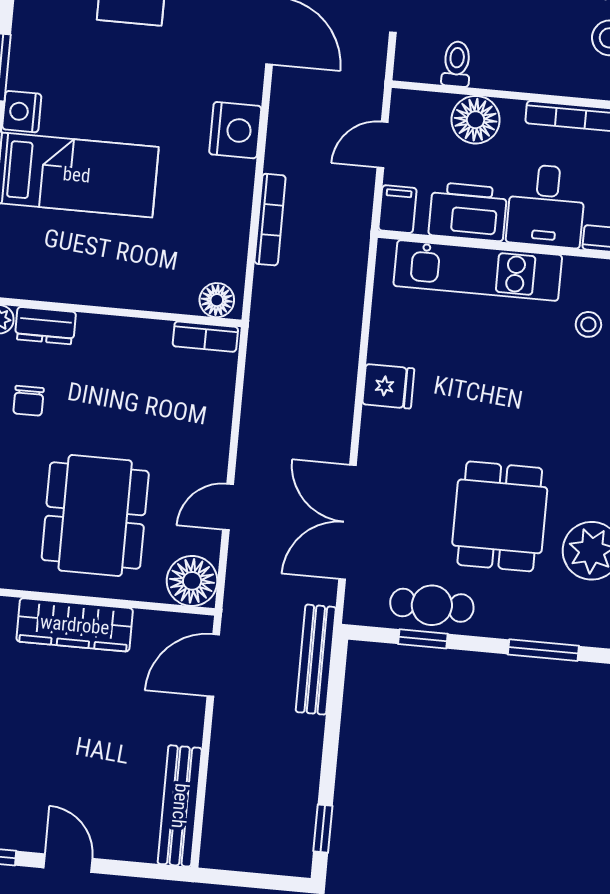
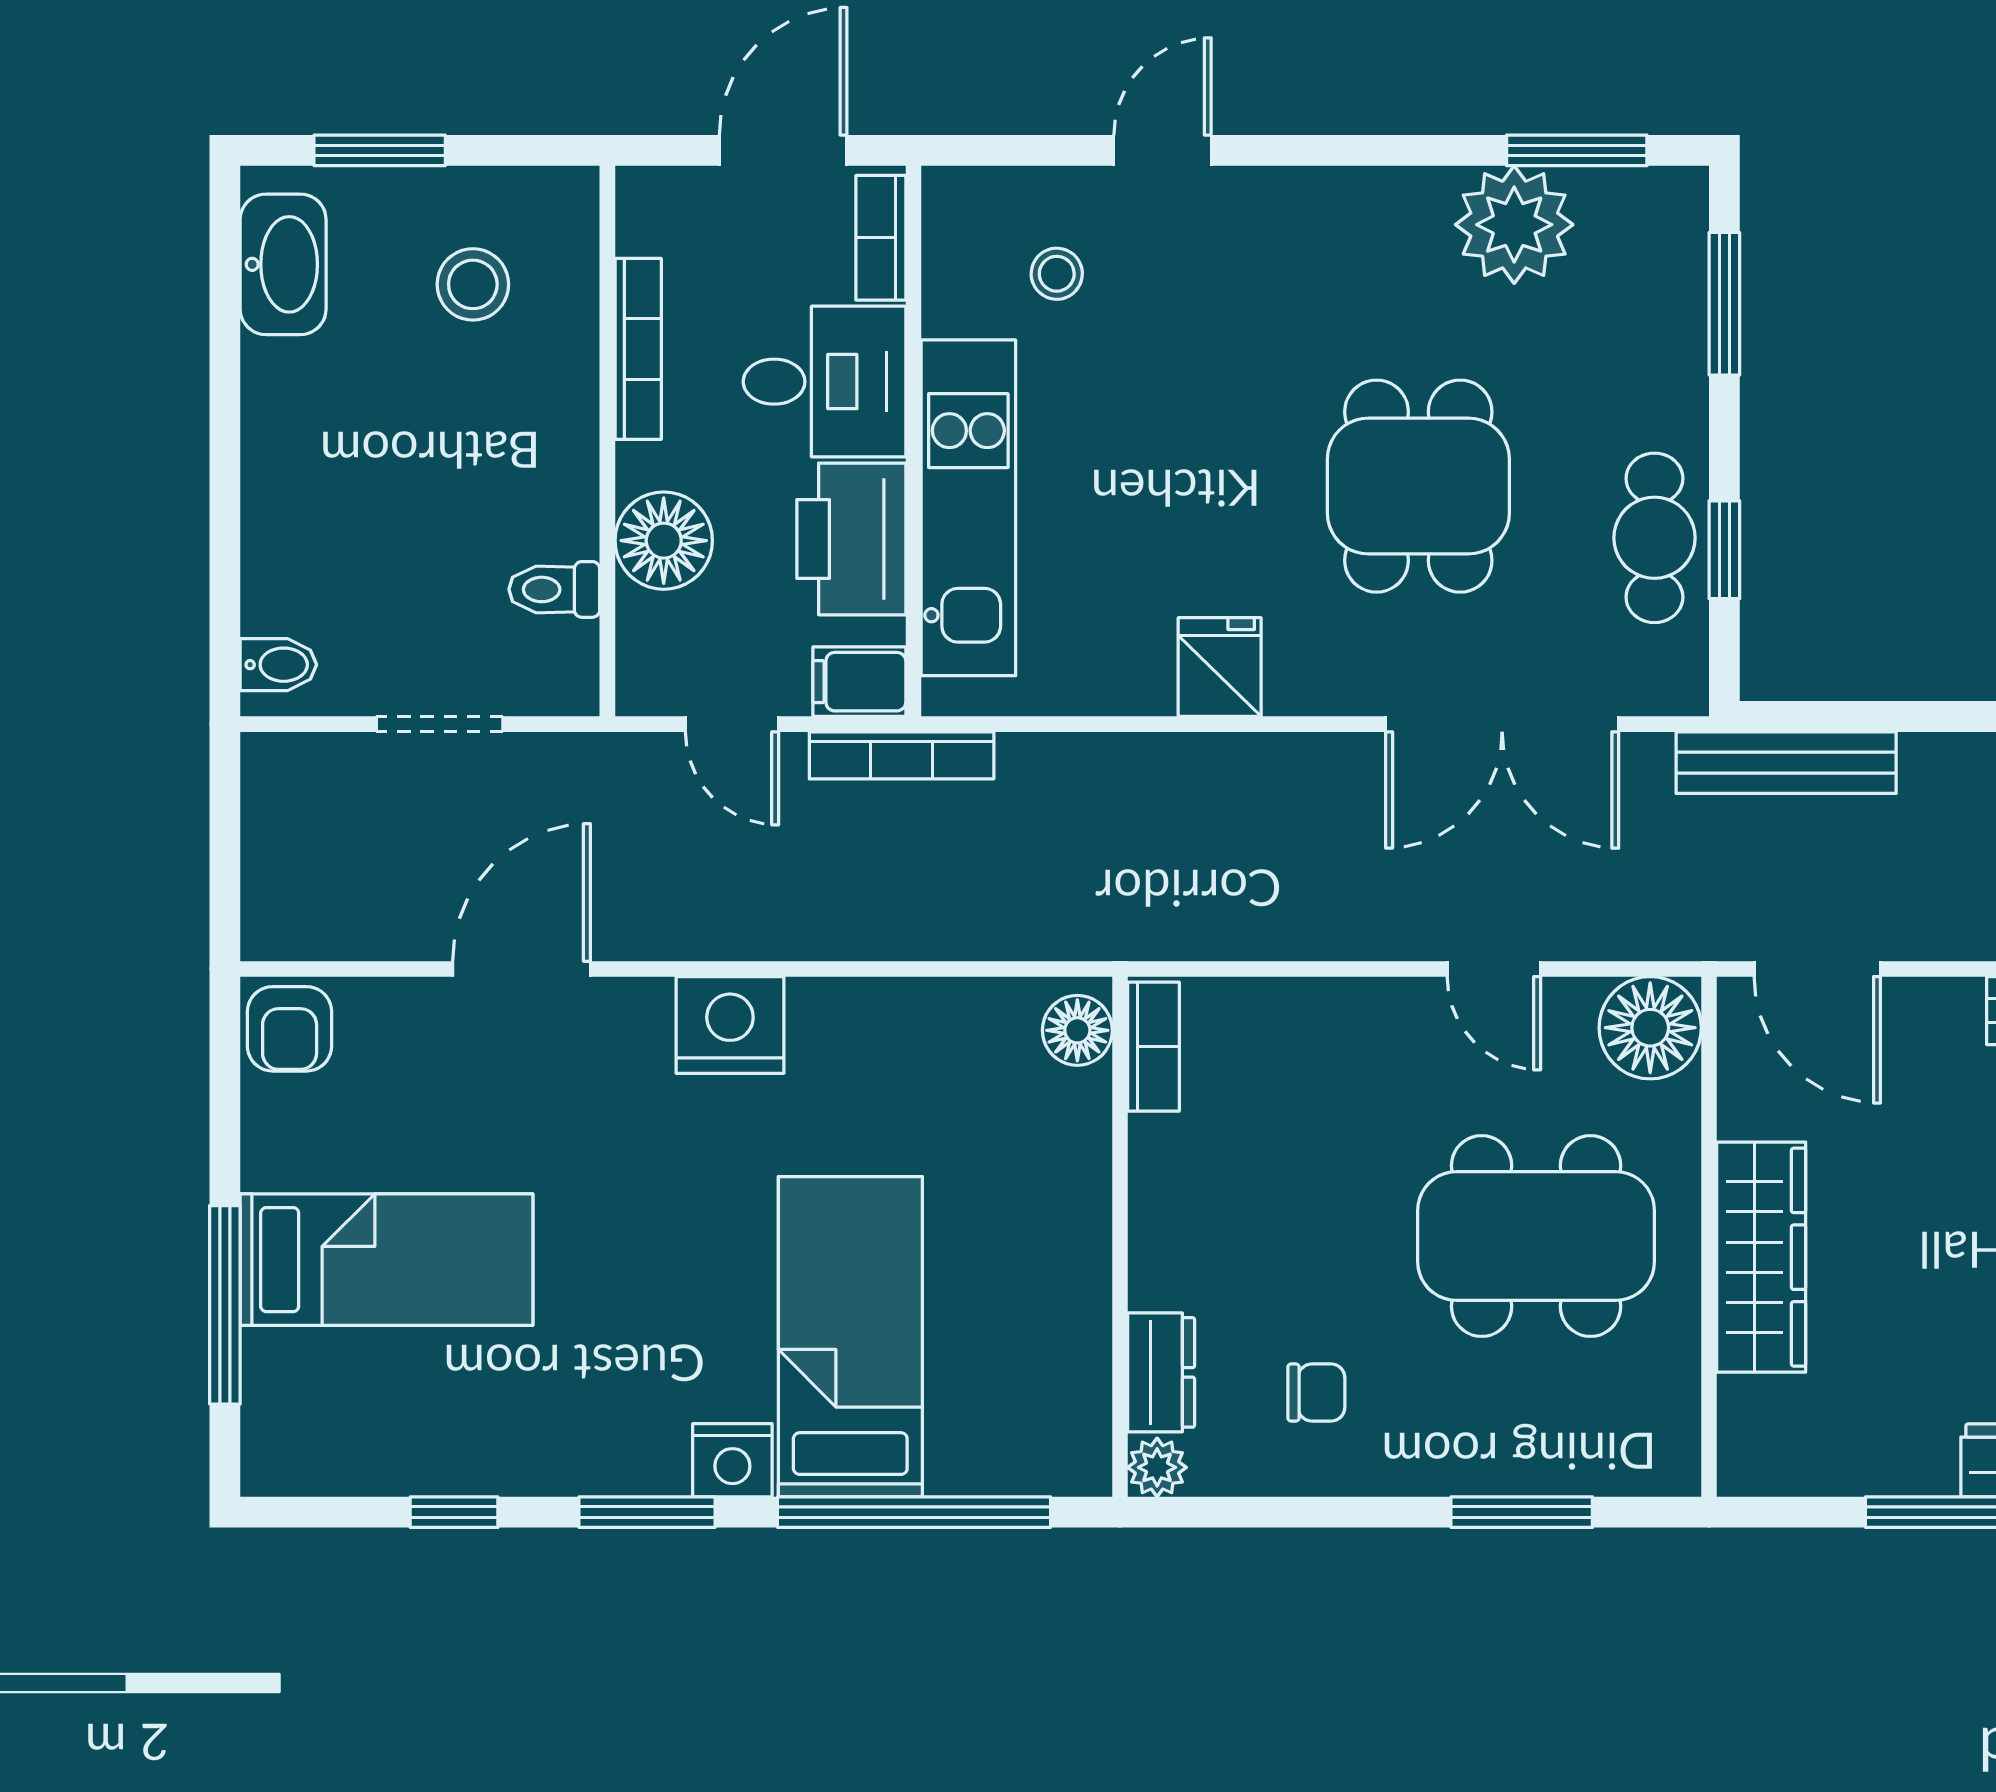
bookcase: (270, 220) -> (902, 755), moved, turned 180
dining table: (500, 516) -> (1418, 486), moved, turned 90

